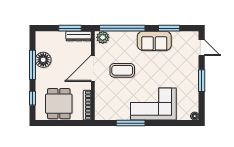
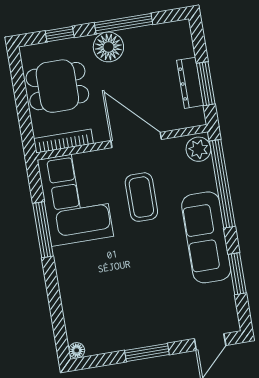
dresser: (78, 36) -> (190, 83), moved
sofa: (154, 41) -> (206, 237), width x1.36
floor lamp: (43, 60) -> (108, 47), moved
corner sofa: (153, 104) -> (75, 198), moved

